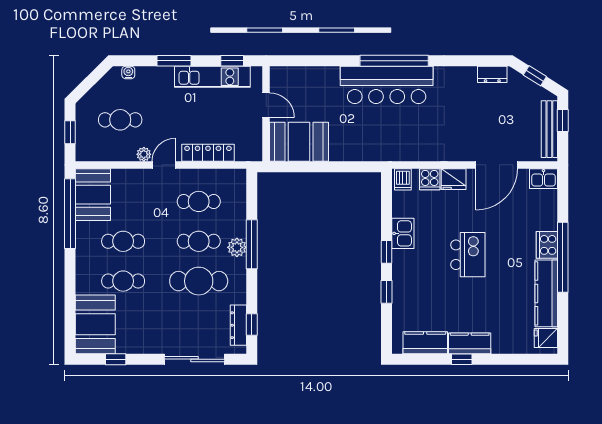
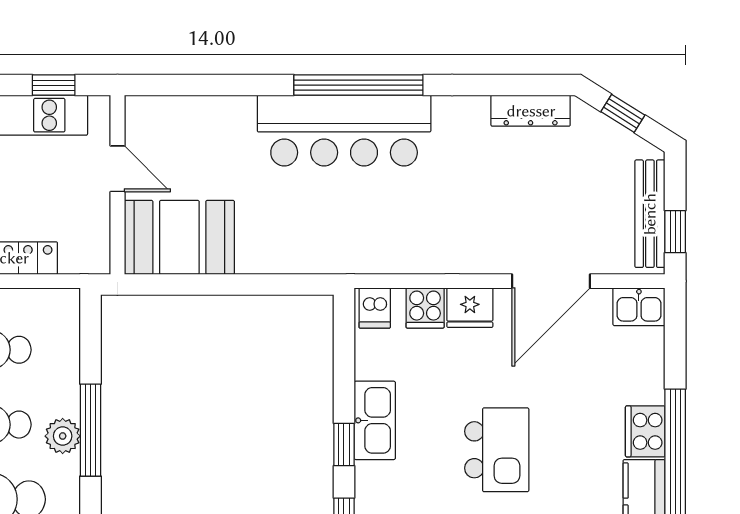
dresser: (492, 74) -> (531, 111), width x1.44
window: (563, 120) -> (675, 232), moved
kitchen sink: (403, 233) -> (375, 420), width x1.38

